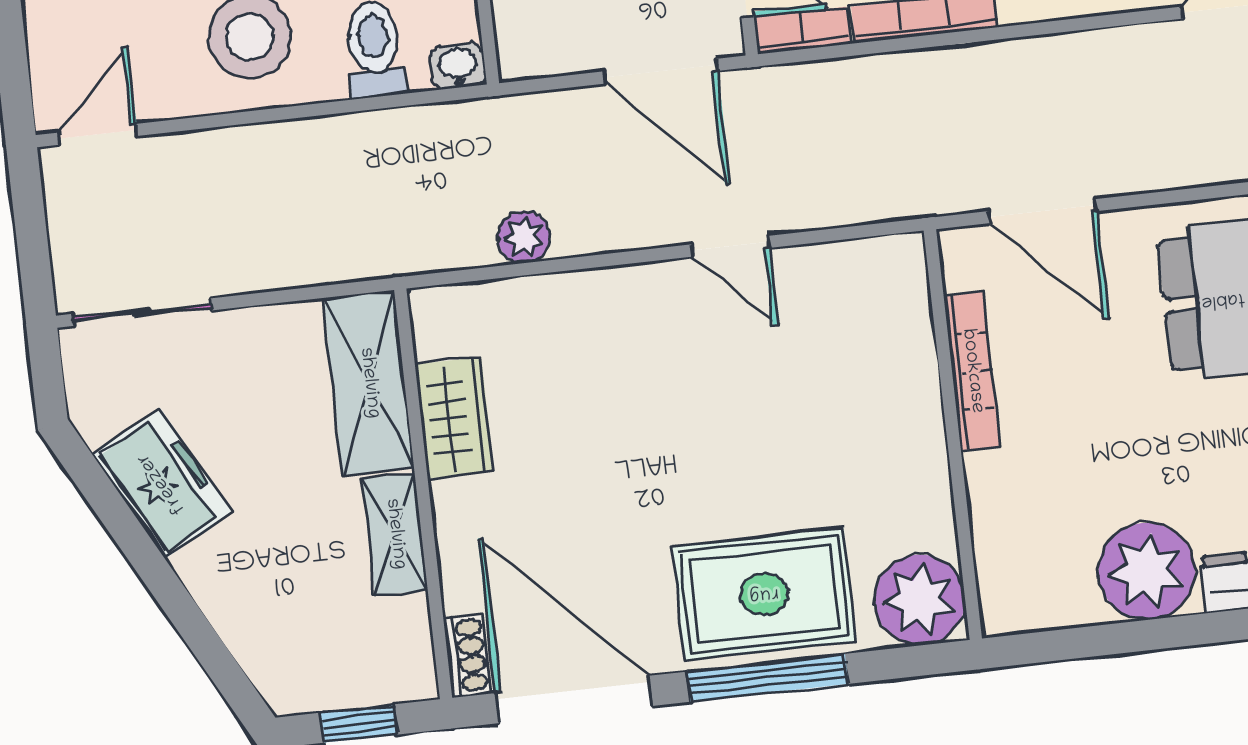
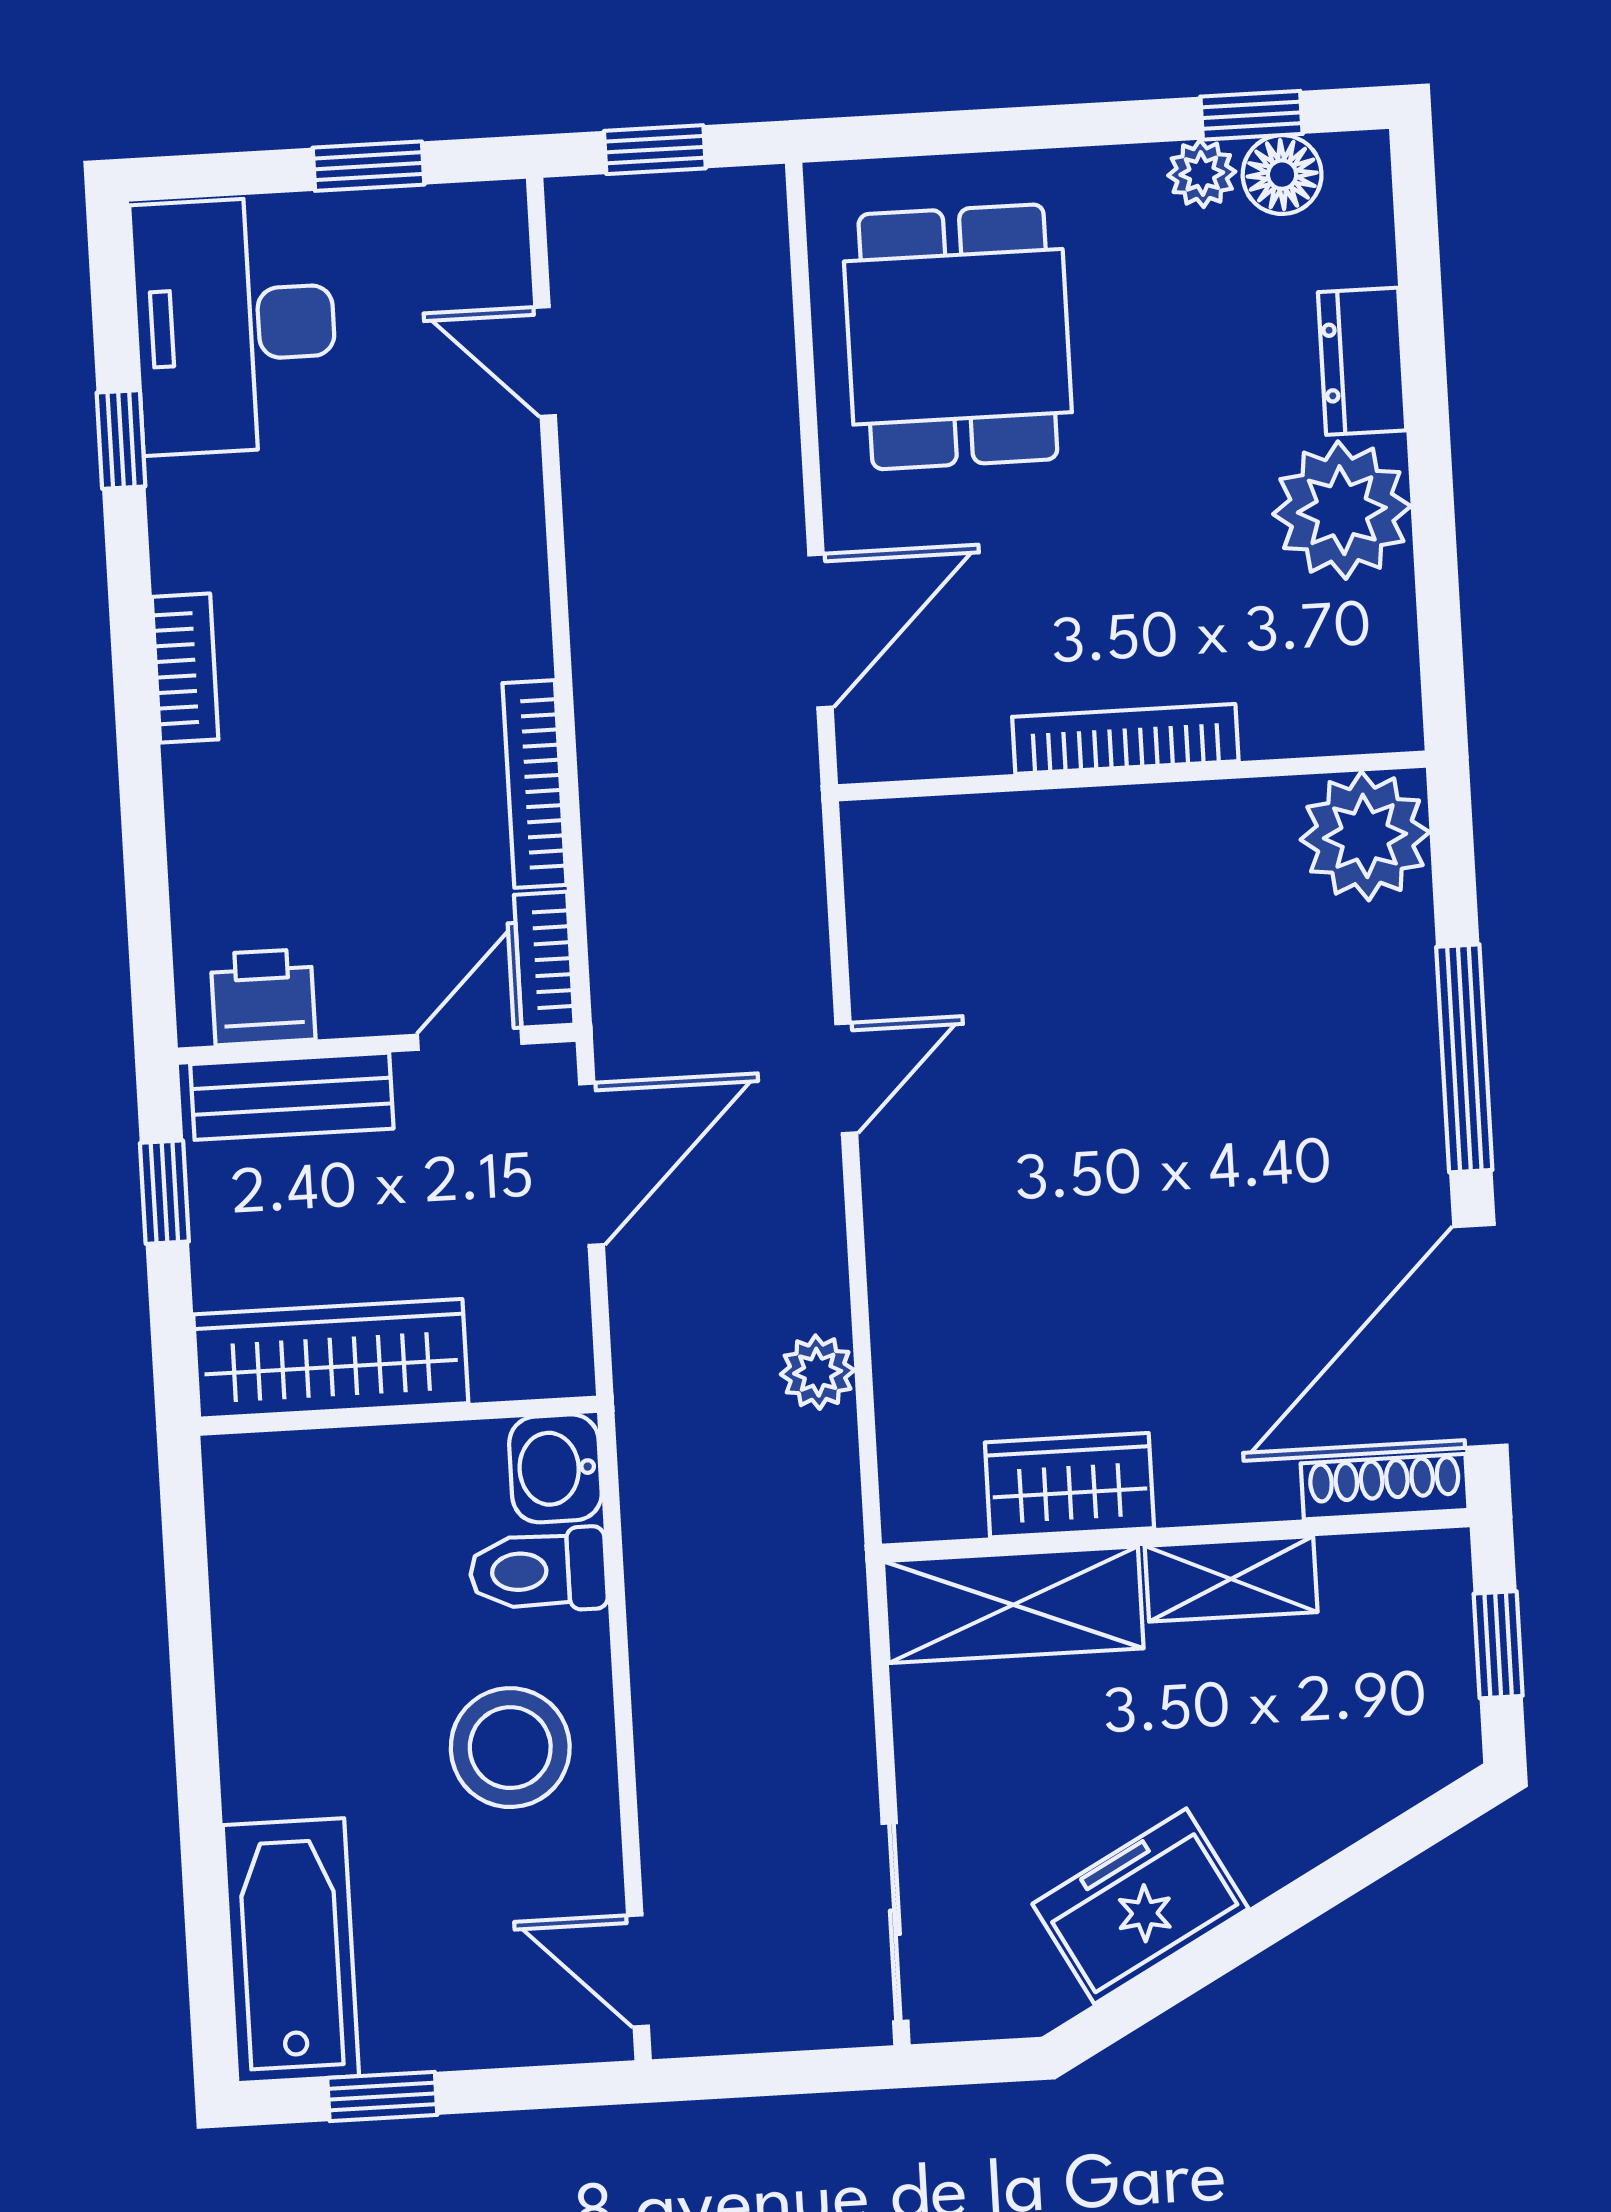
washbasin: (458, 66) -> (555, 1468), width x1.38, depth x1.45
bookcase: (972, 371) -> (1125, 739), moved
rug: (764, 594) -> (1345, 1057), removed
shoe rack: (467, 655) -> (1385, 1487), width x1.43

